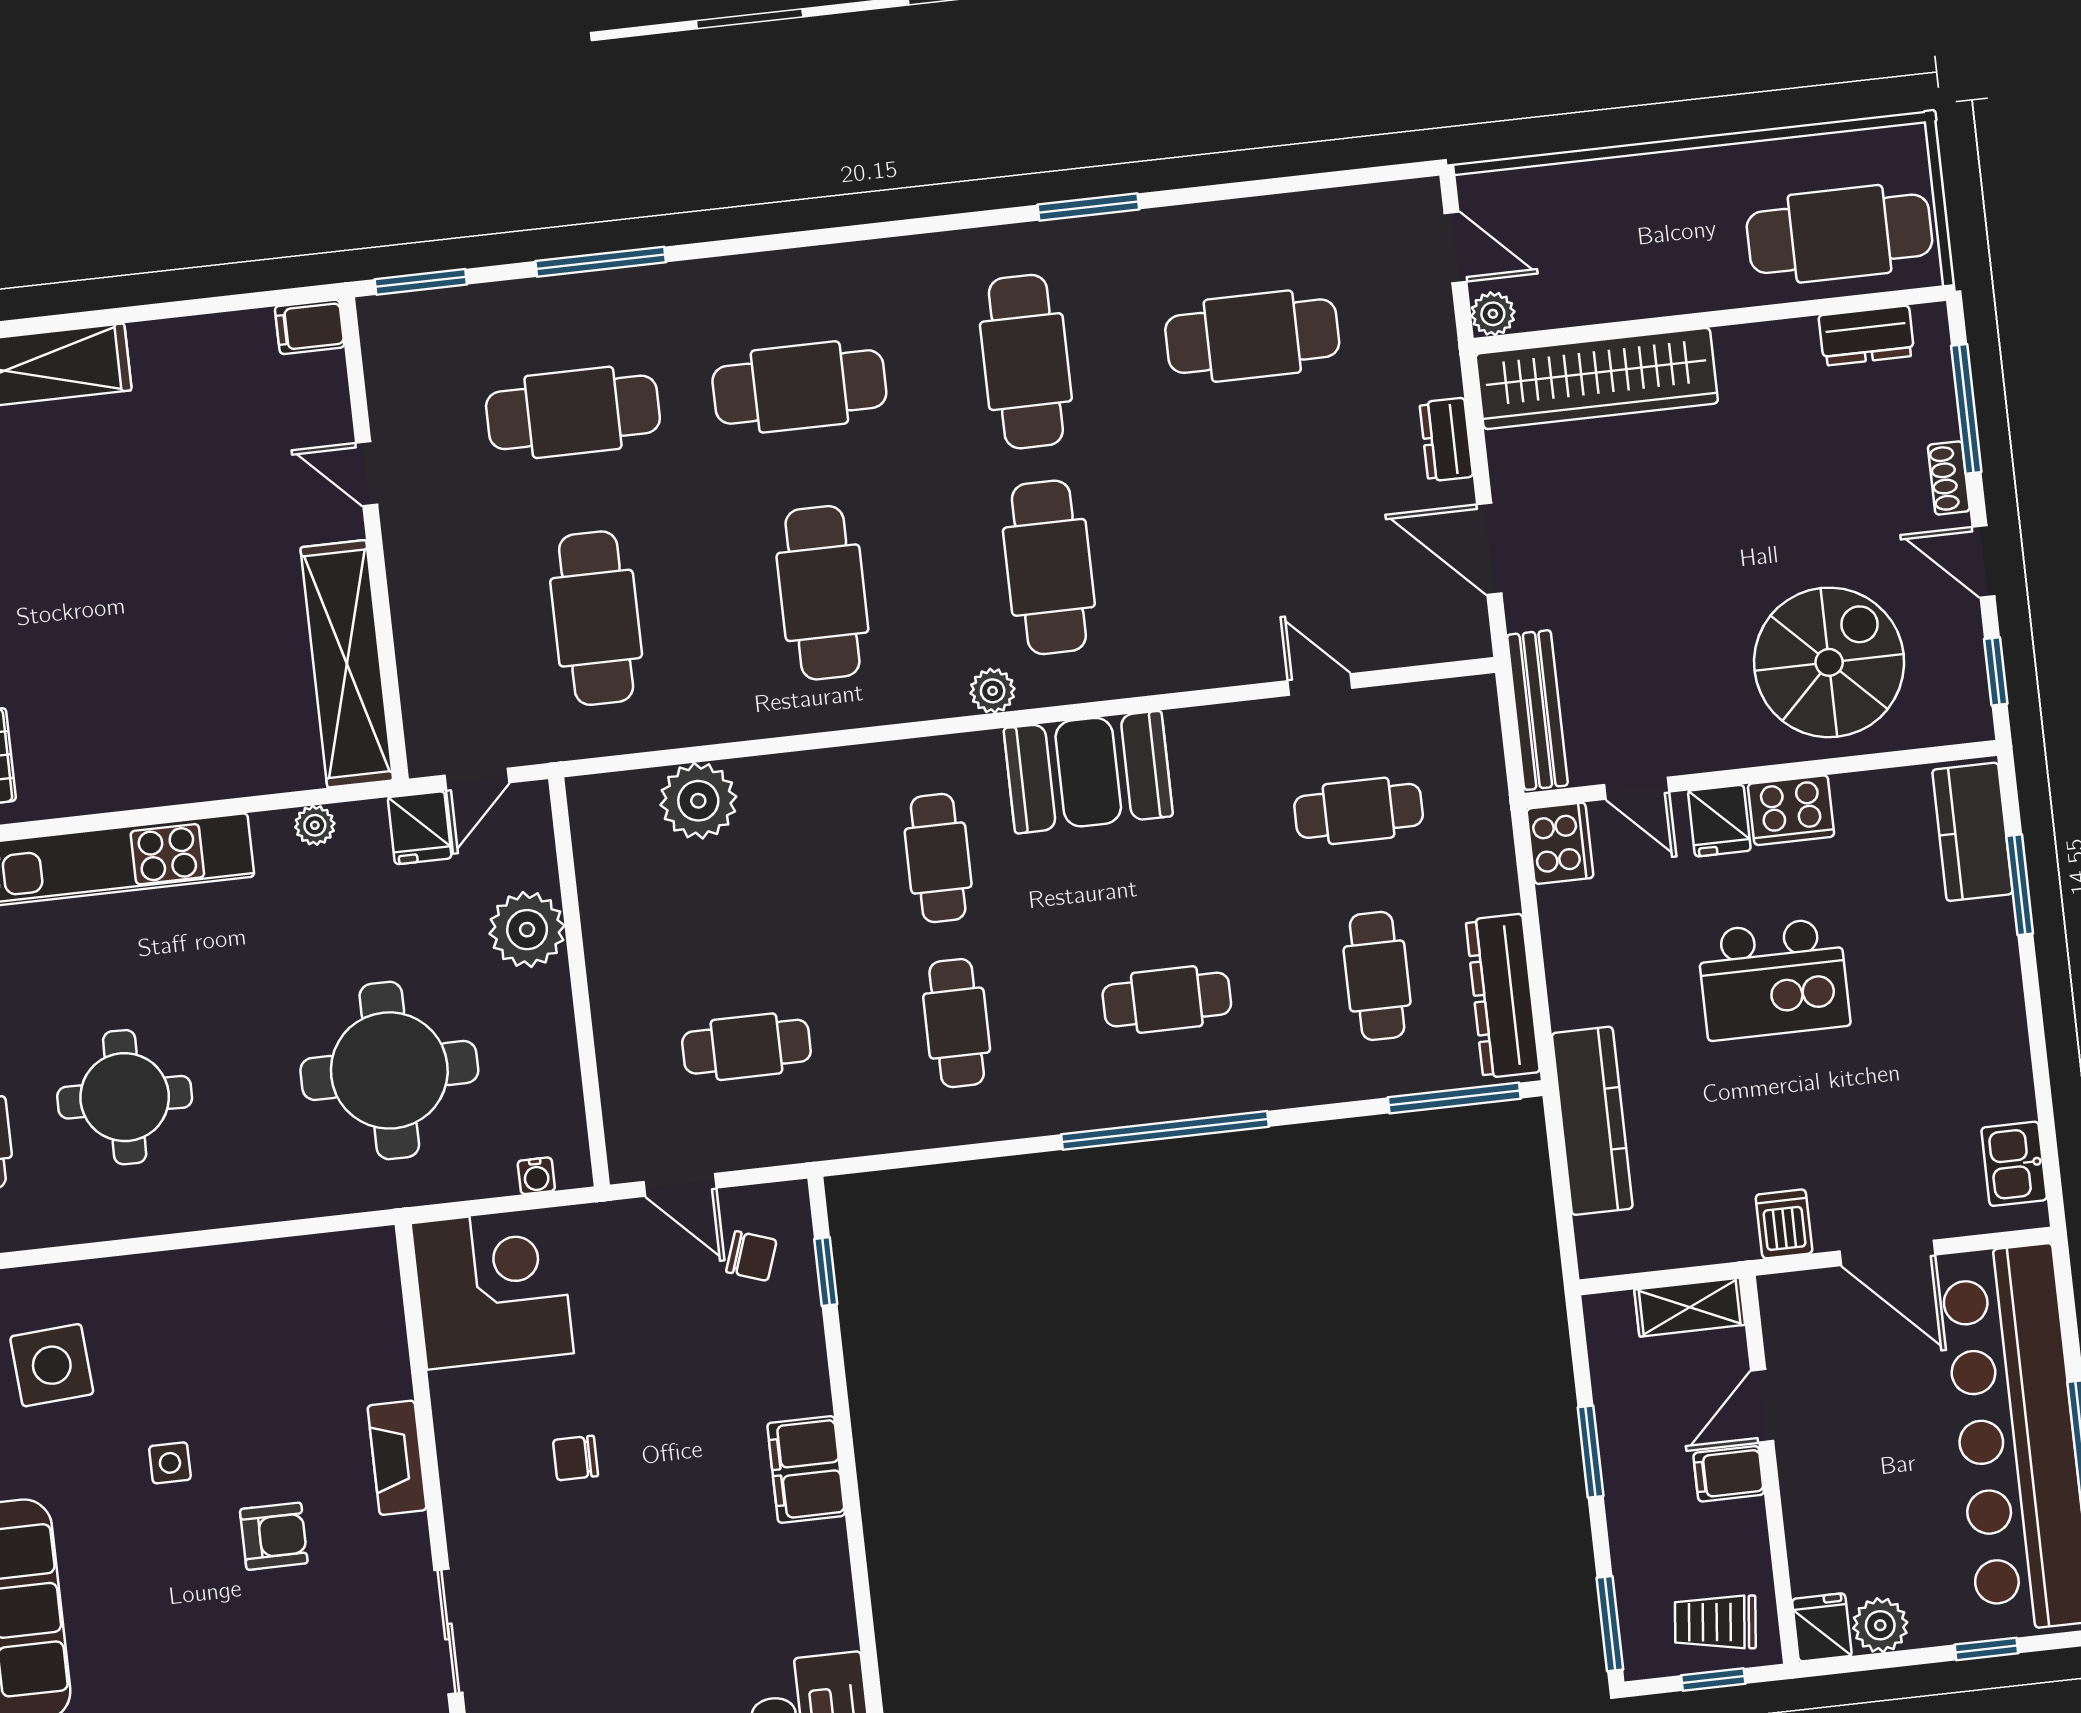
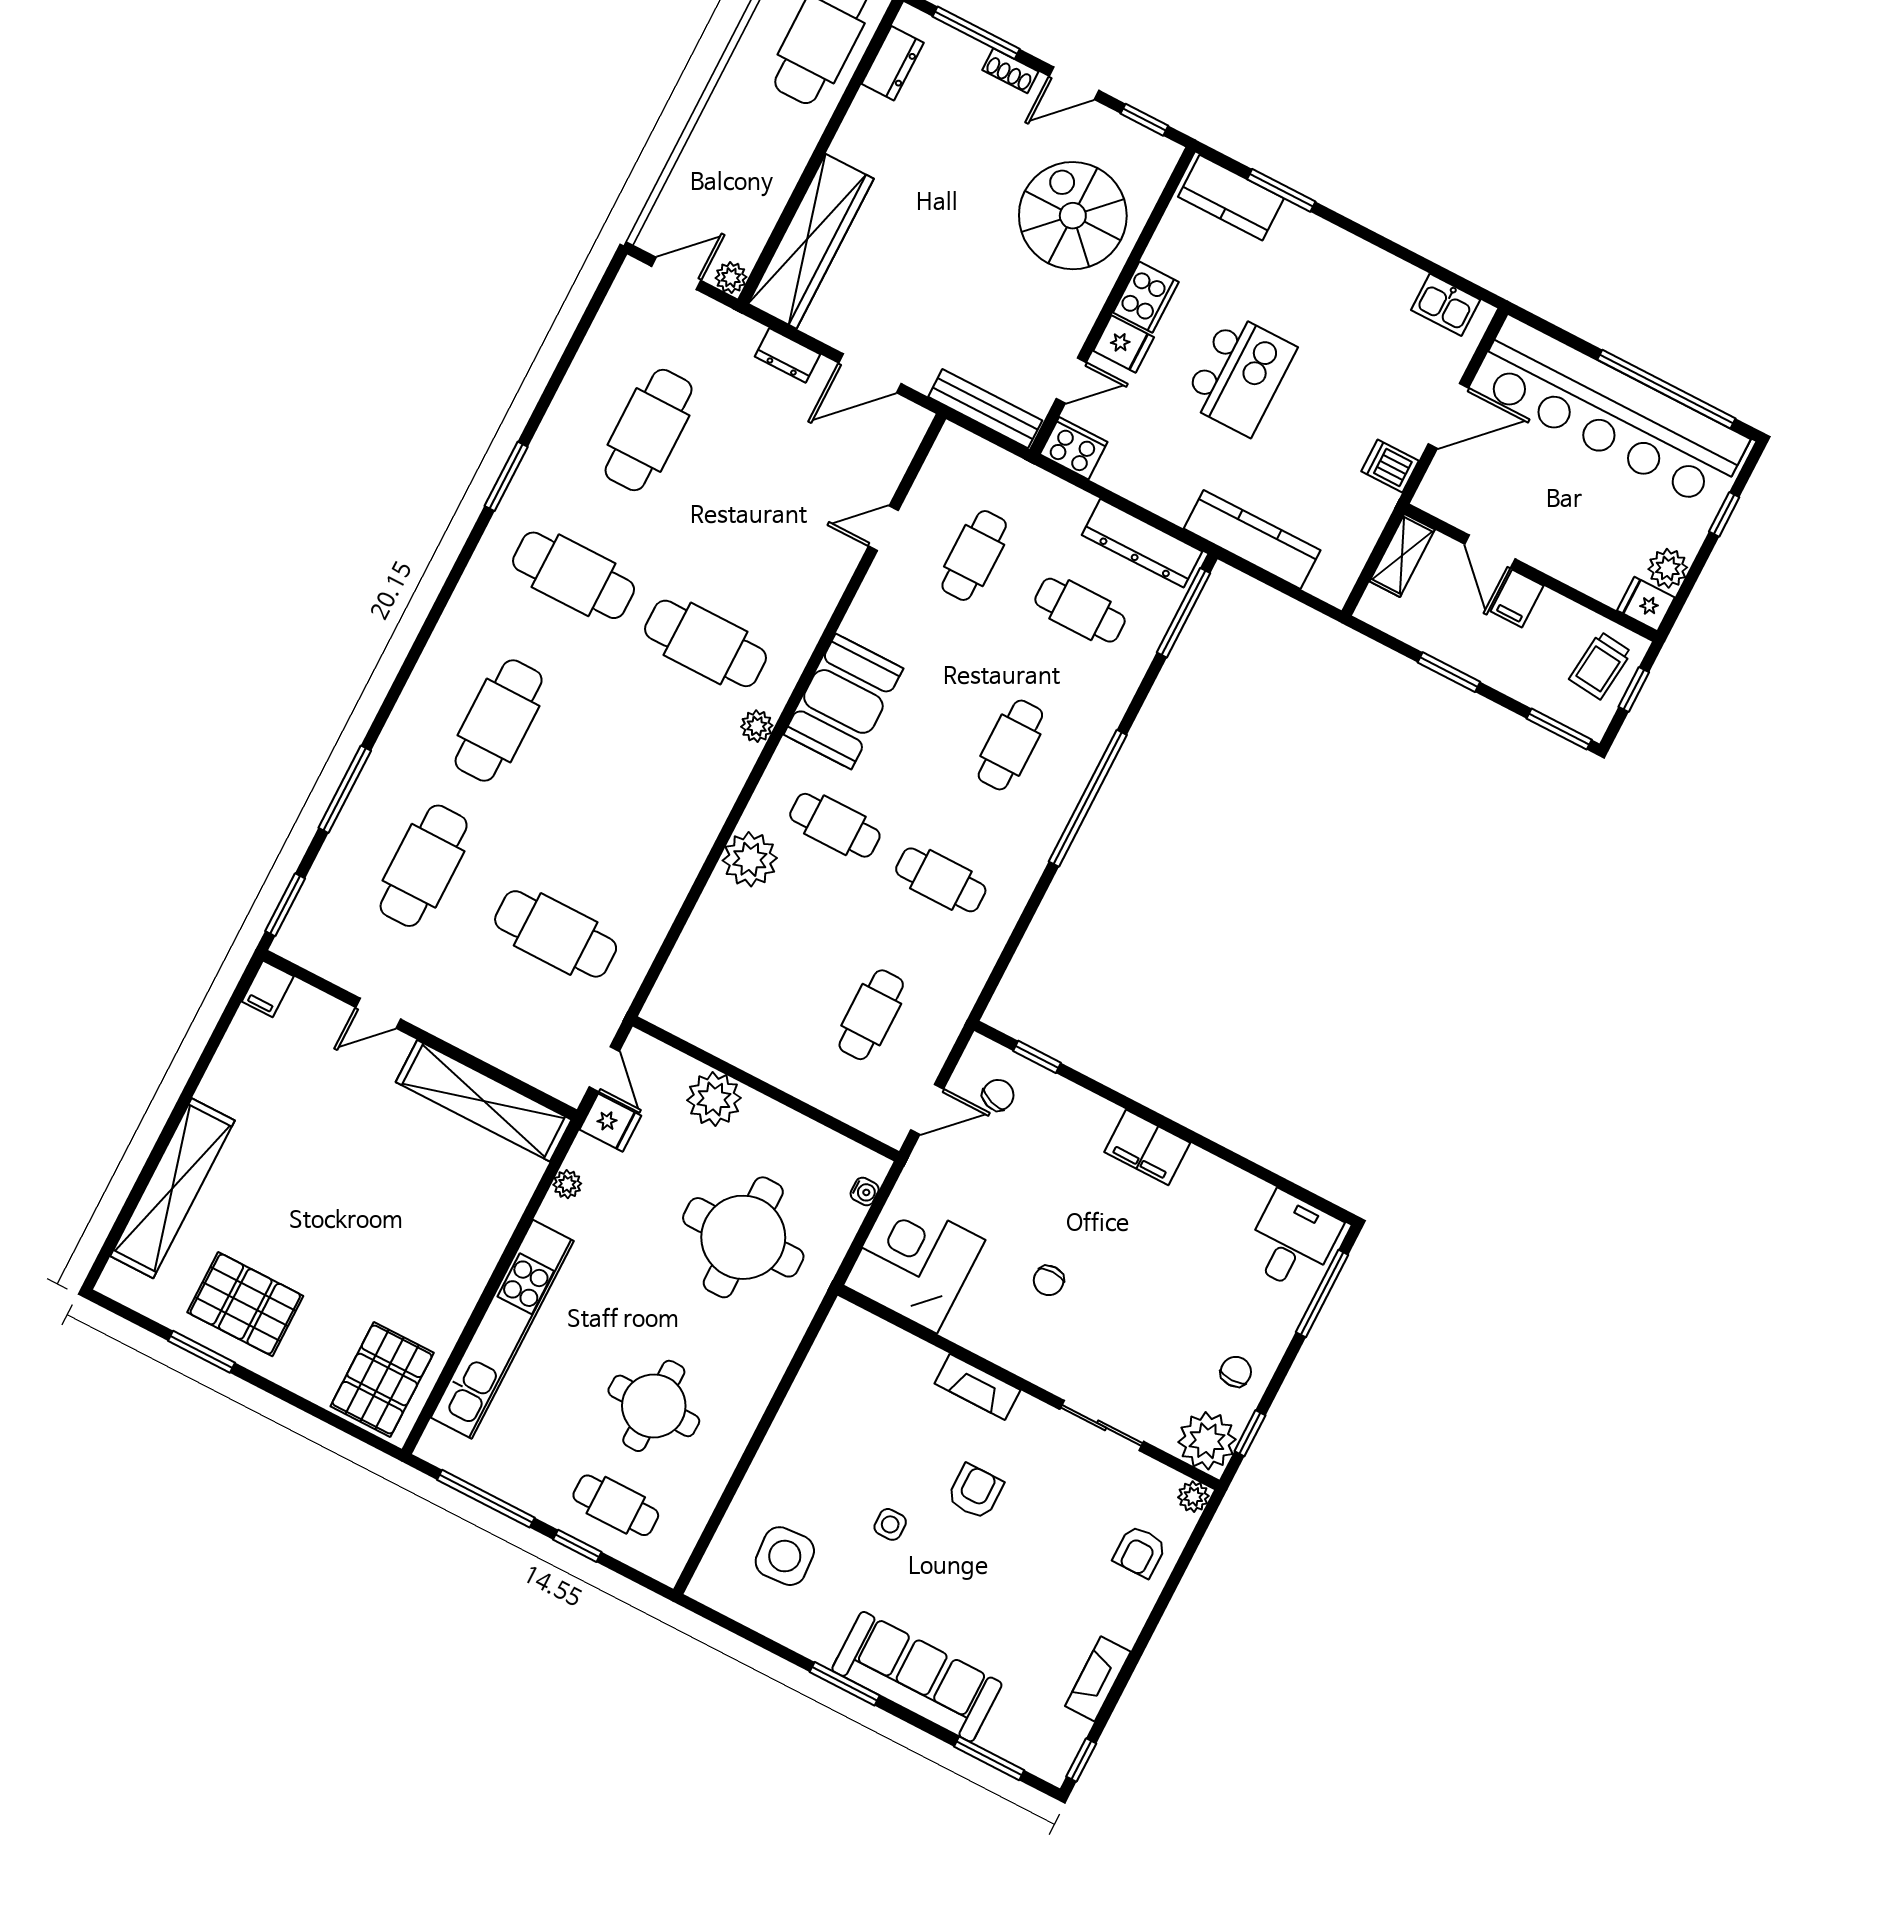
cafe table: (822, 593) -> (631, 789), removed
plant: (698, 801) -> (750, 859), moved

